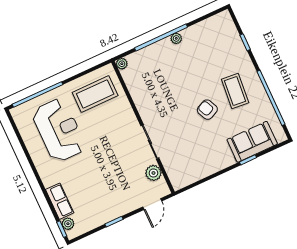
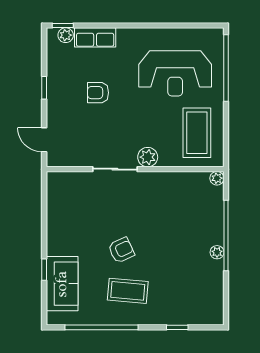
plant: (153, 173) -> (148, 157), moved
armchair: (99, 180) -> (98, 93), added

